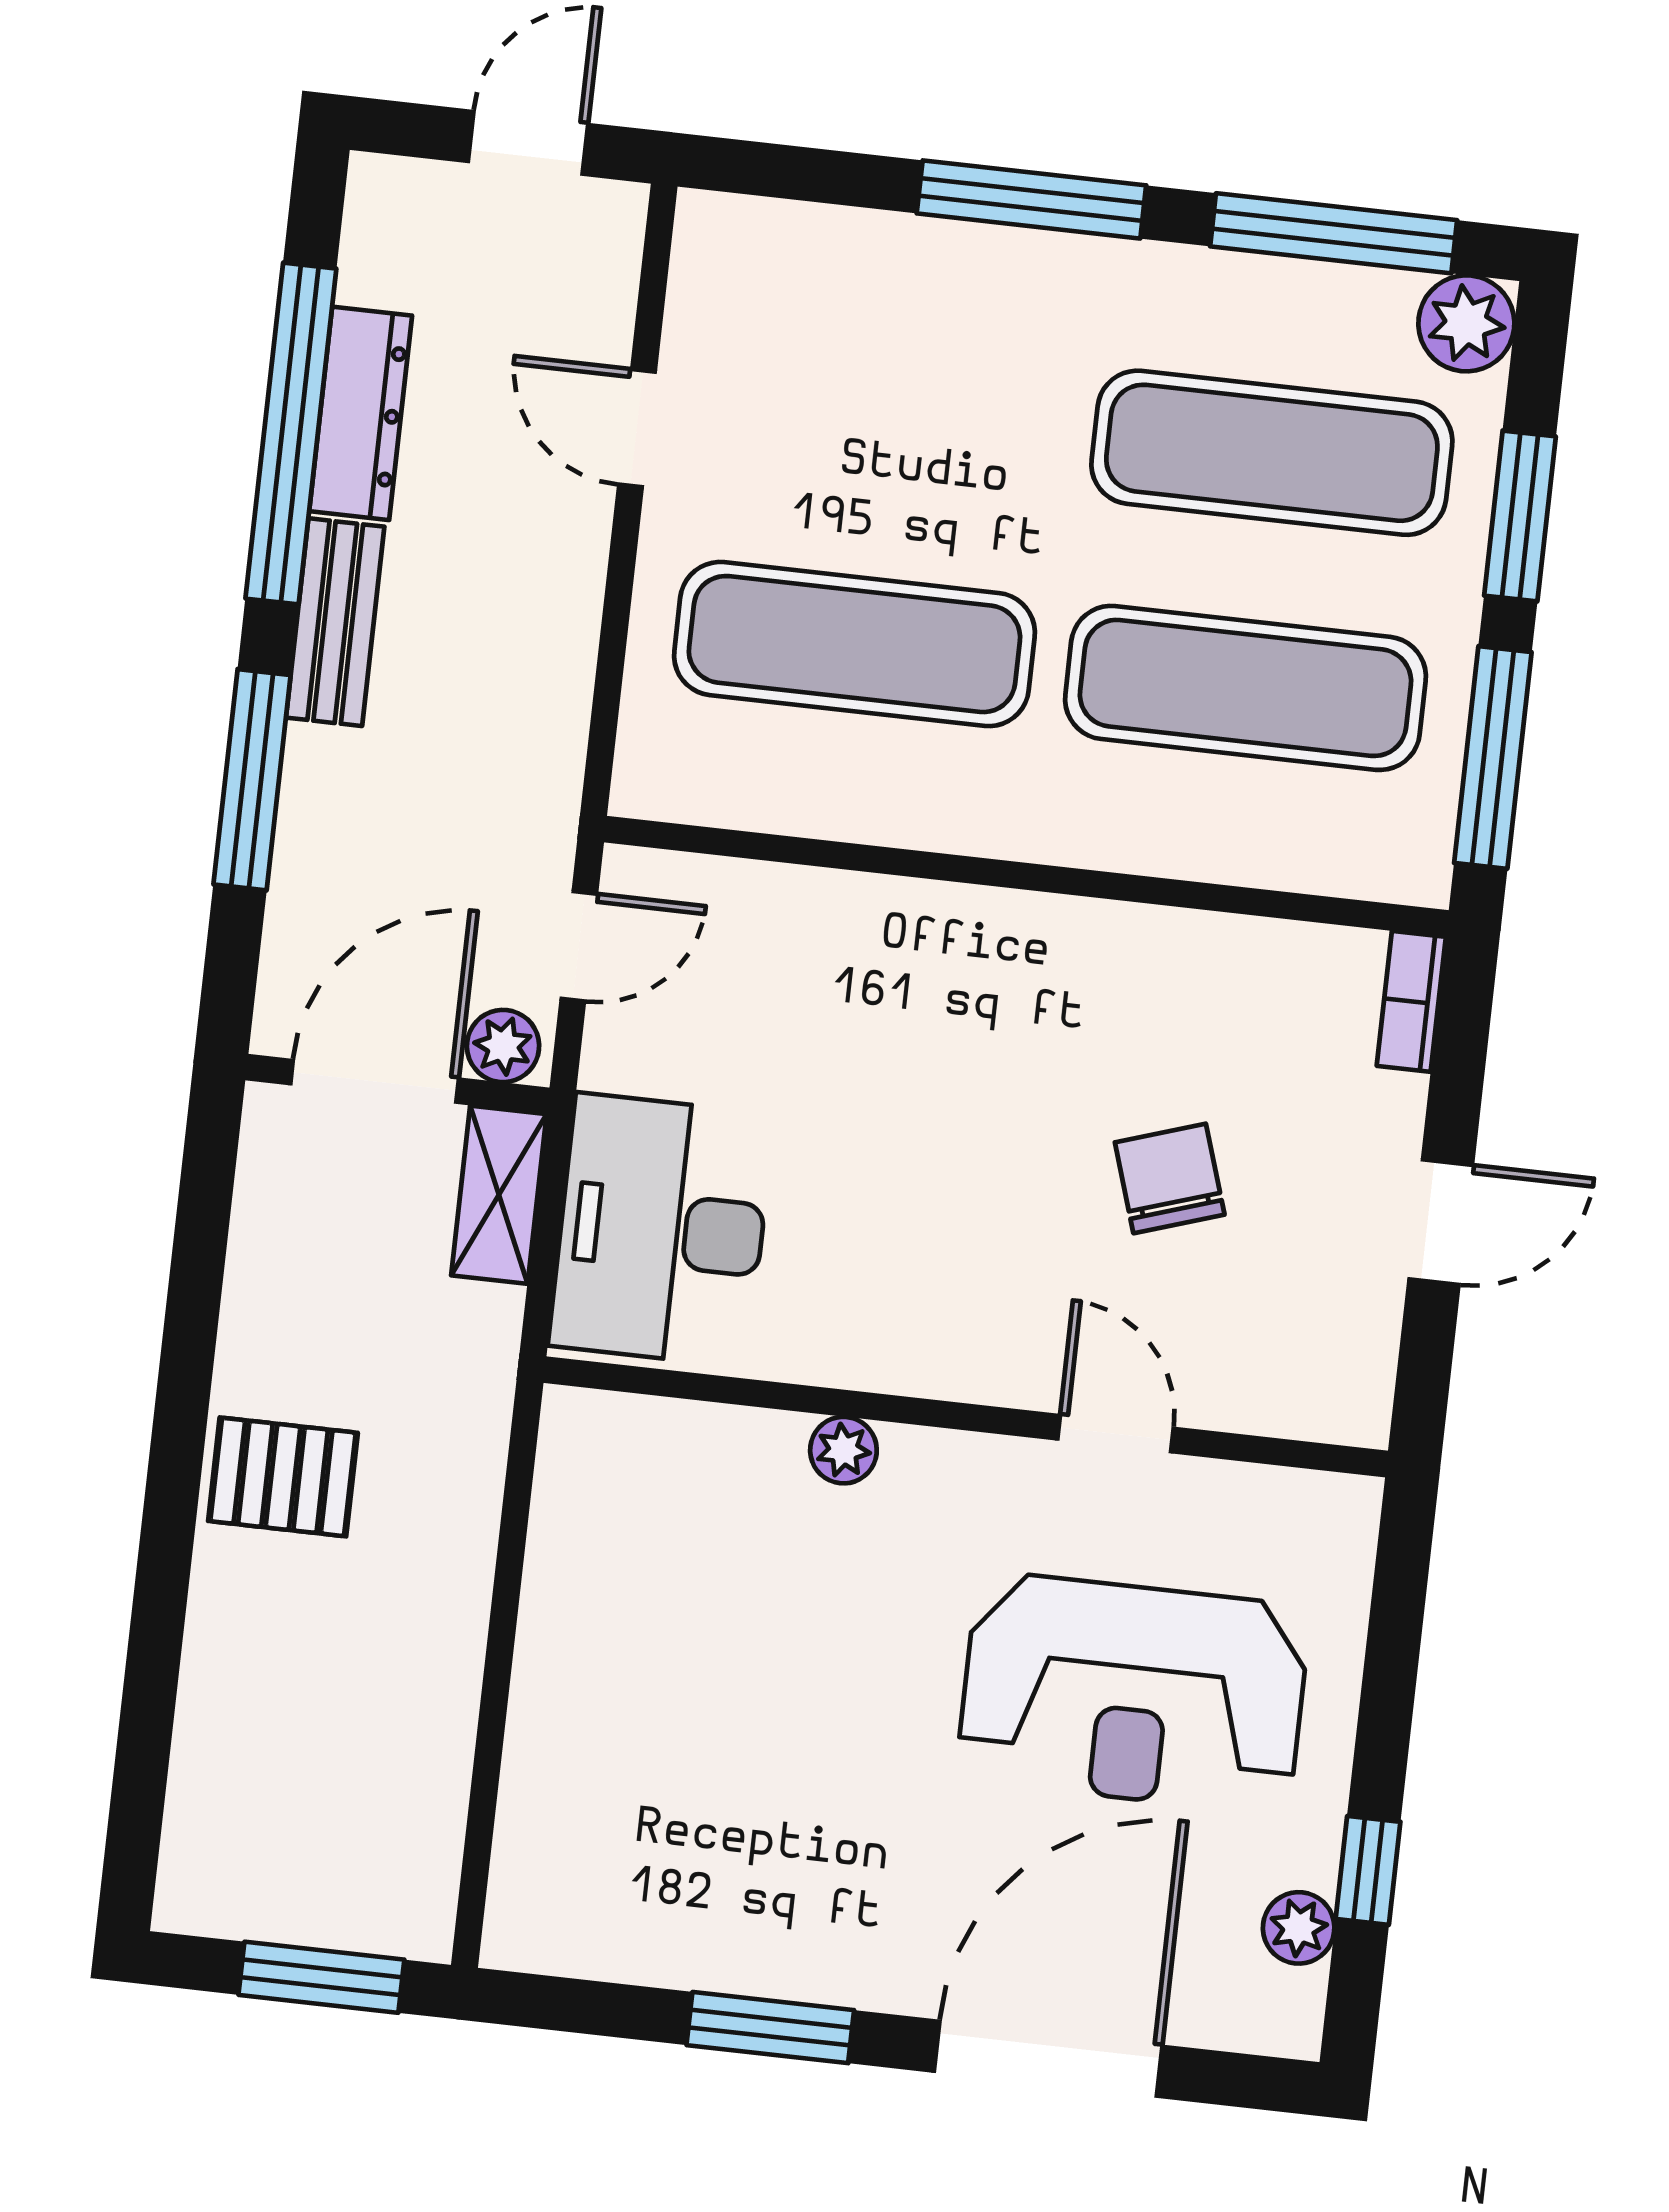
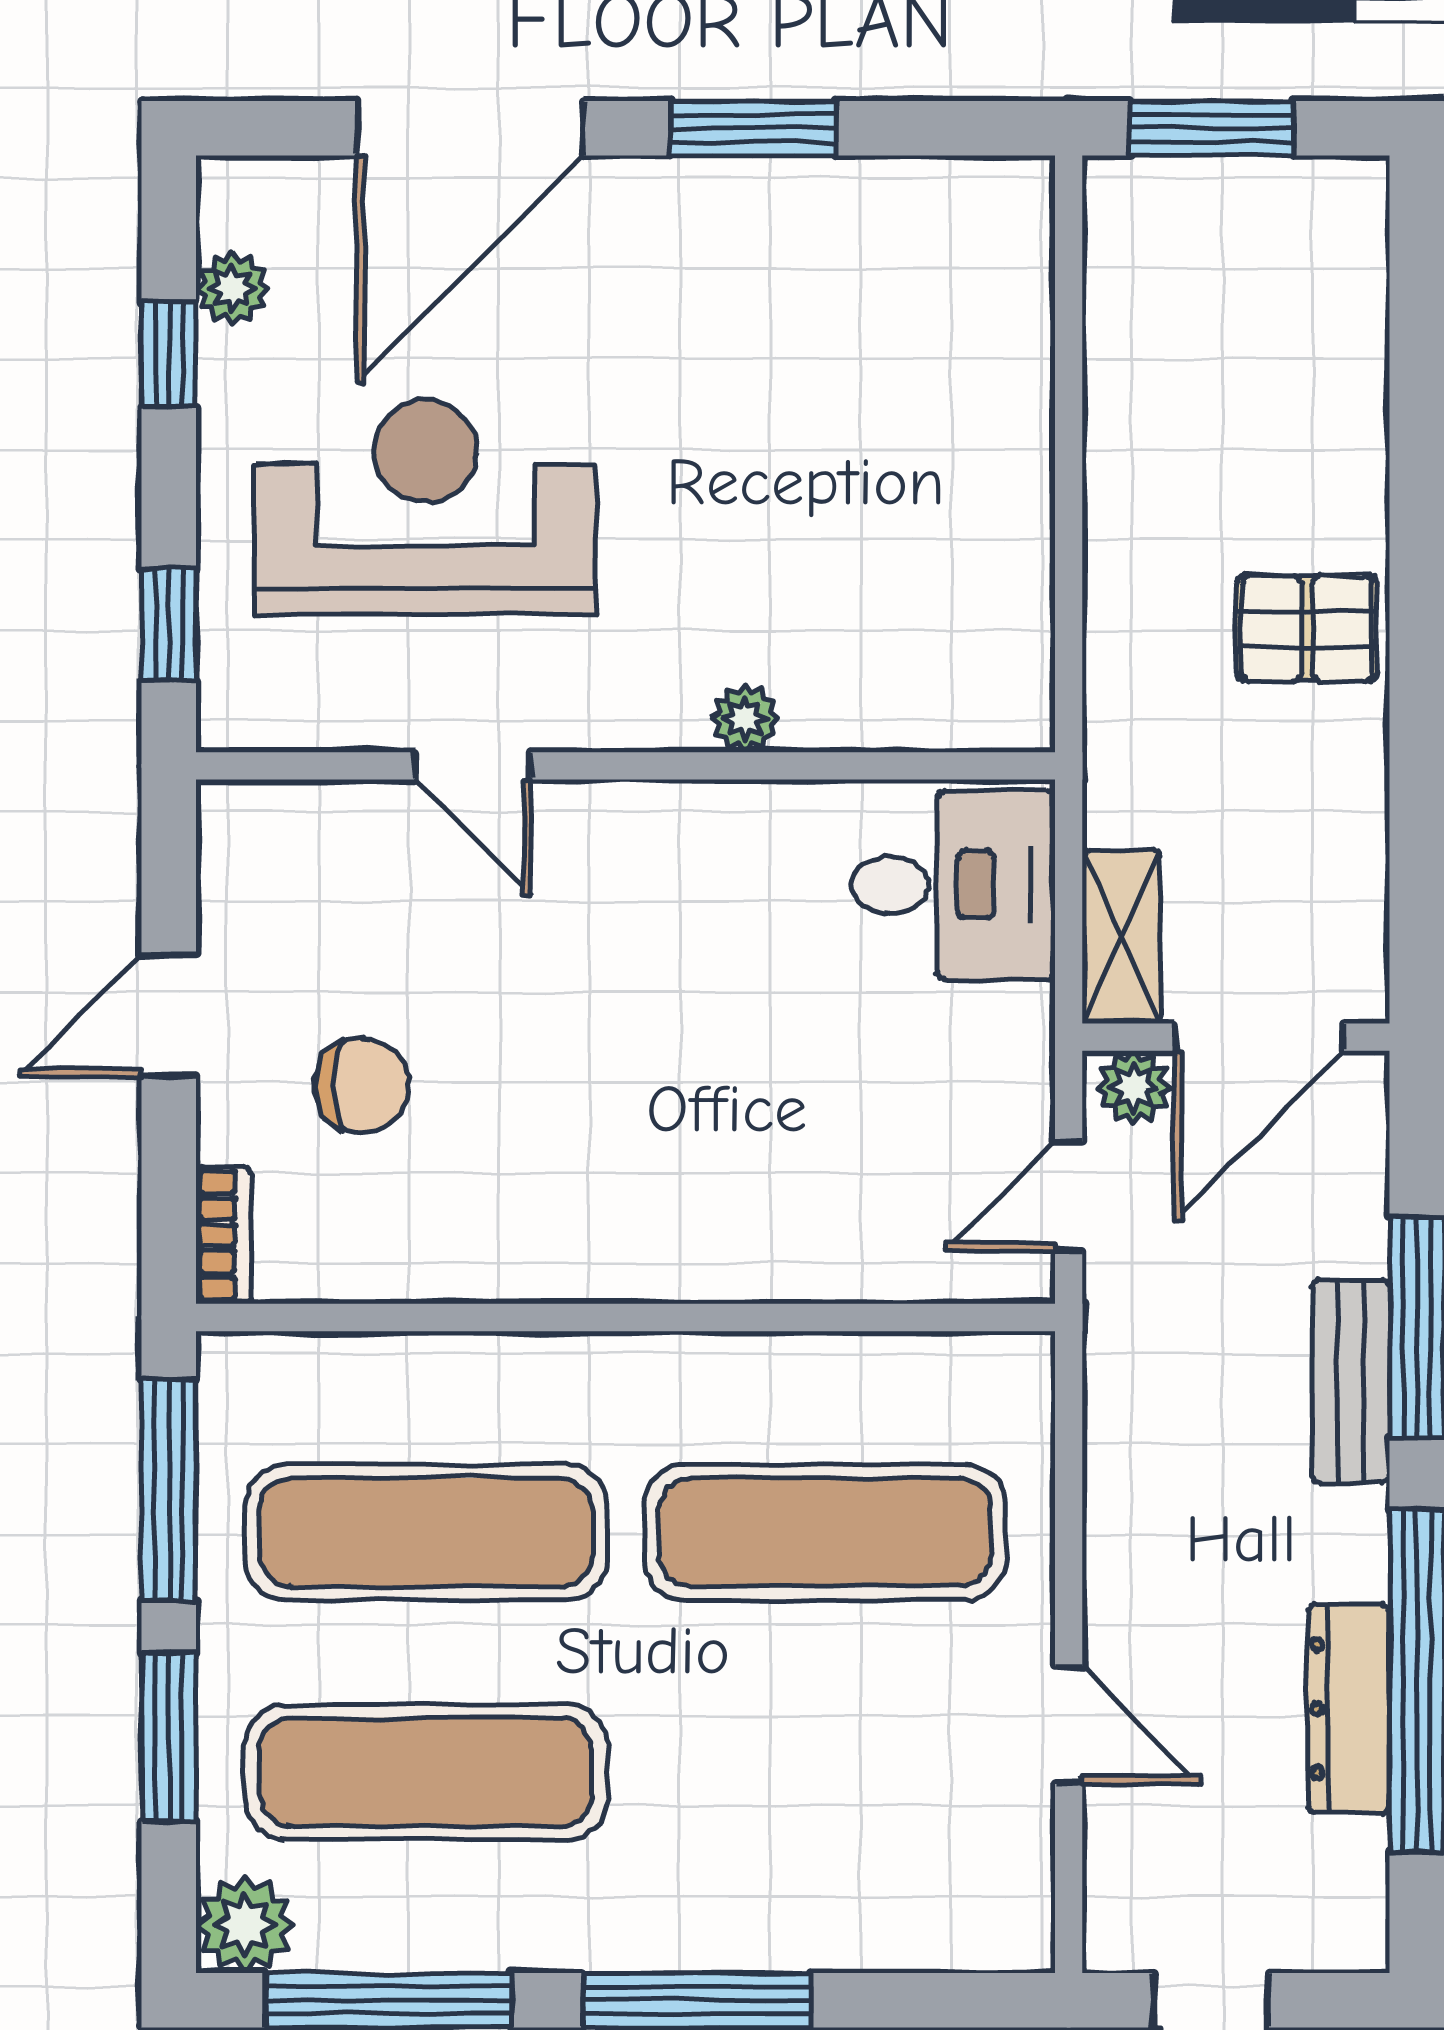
bench: (335, 622) -> (1351, 1381), moved
chair: (1170, 1178) -> (362, 1085), moved, turned -72
desk: (661, 1230) -> (953, 885), width x0.73
window: (1398, 1606) -> (169, 624), added

